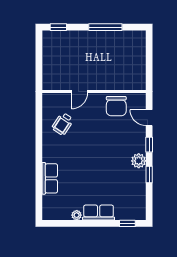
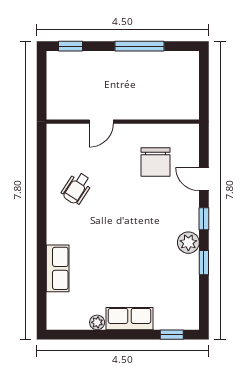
door: (79, 92) -> (101, 122), moved
wall: (94, 92) -> (123, 122), moved

